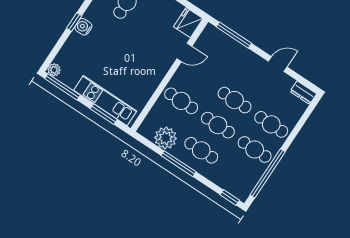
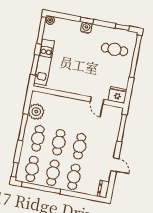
cafe table: (181, 101) -> (32, 169), moved

